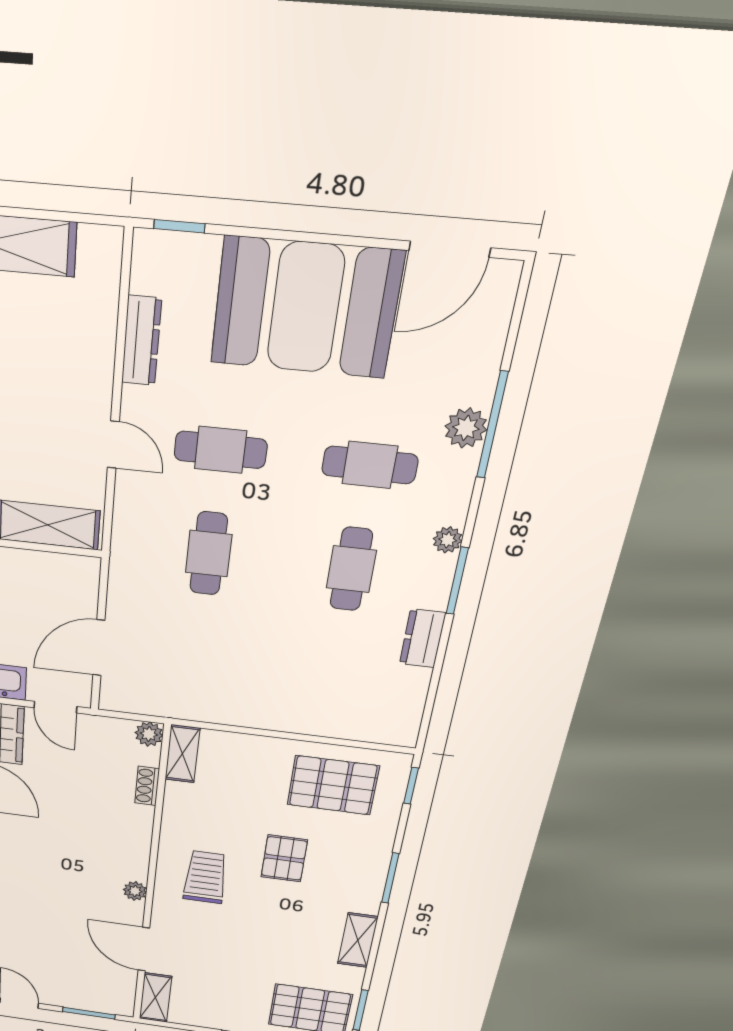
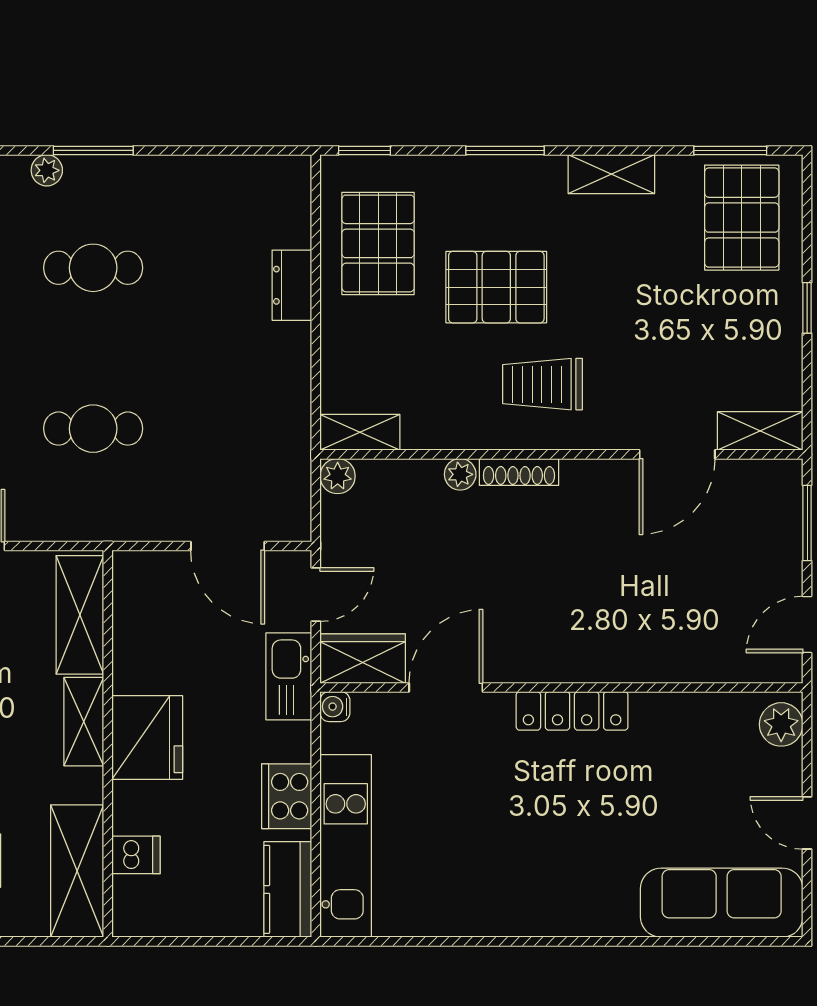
dresser: (423, 638) -> (292, 285), moved, turned 90
shoe rack: (147, 786) -> (519, 472), moved, width x1.43
pallet: (284, 858) -> (496, 287), width x1.50, depth x1.42
plant: (135, 891) -> (460, 474), moved

